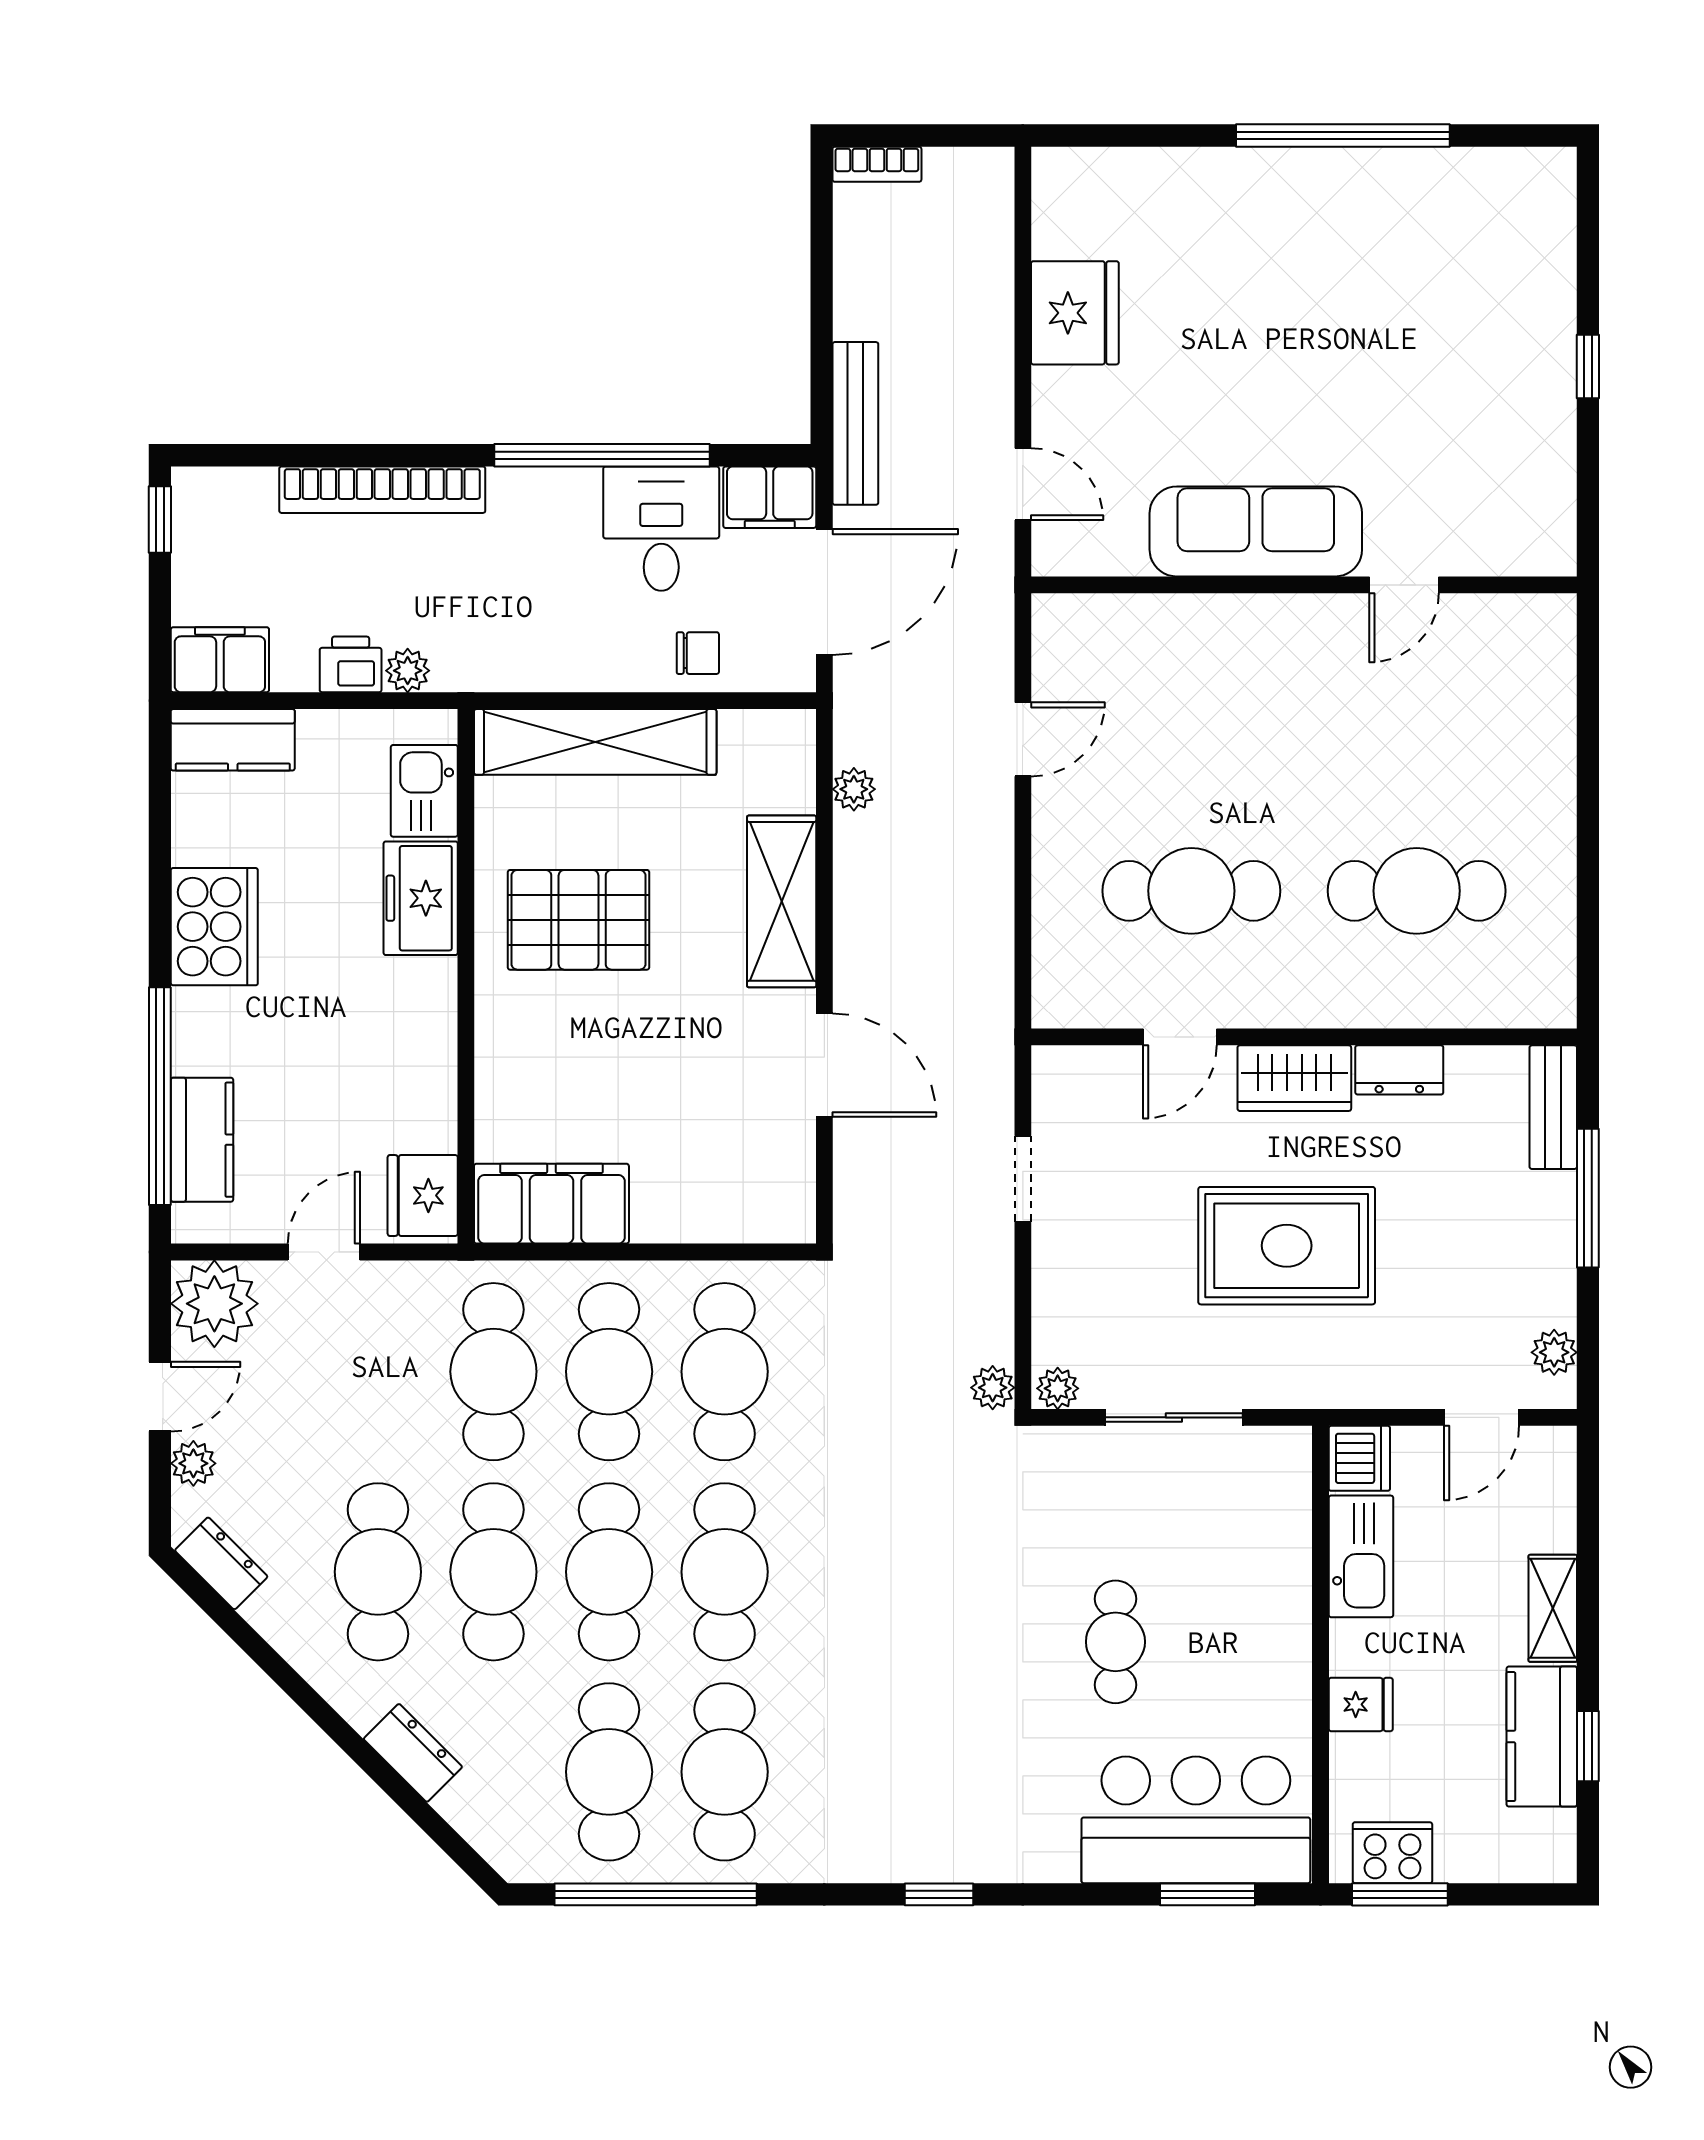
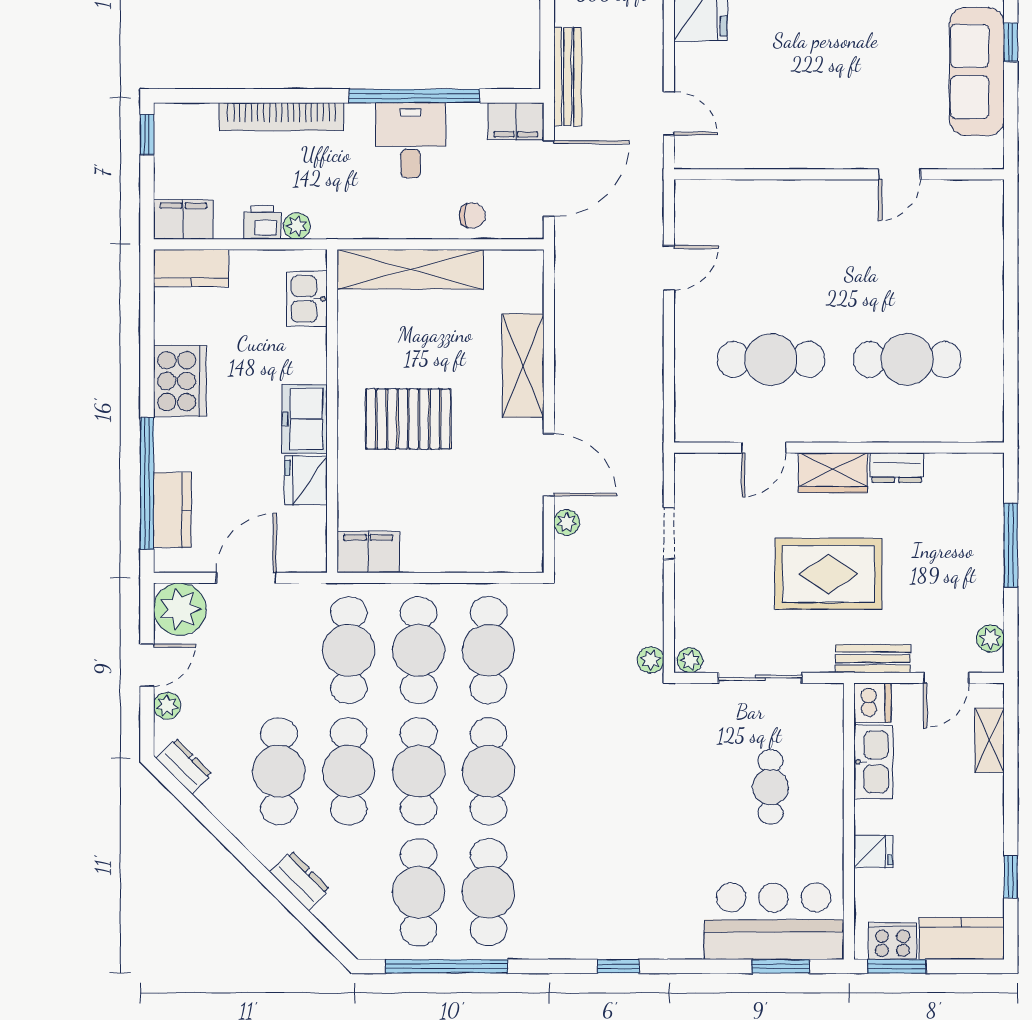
desk: (661, 529) -> (411, 140), moved
sofa: (1256, 531) -> (977, 72), moved, turned -90
plant: (854, 789) -> (567, 522), moved
freezer: (421, 898) -> (305, 419), moved
pallet: (579, 920) -> (408, 419), moved
bench: (1553, 1107) -> (873, 659), moved, turned 90
fridge: (423, 1195) -> (306, 481), moved
filing cabinet: (551, 1204) -> (368, 552), width x0.67, depth x0.86
door: (324, 1252) -> (246, 578), width x1.38
shelving: (1553, 1608) -> (989, 740), moved
cafe table: (1115, 1642) -> (770, 787), moved
kitchen counter: (1542, 1737) -> (962, 938), moved, turned 90

